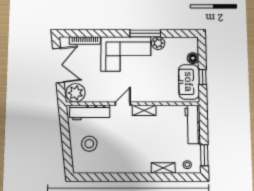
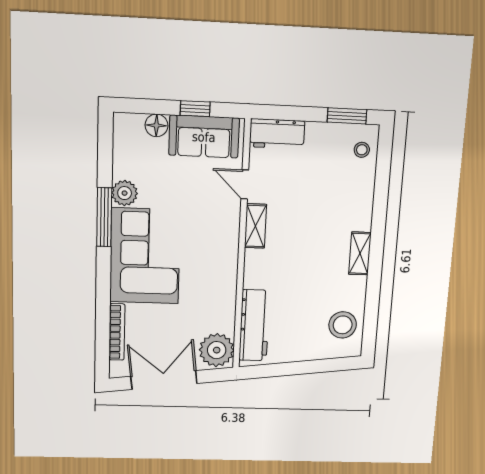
door: (123, 104) -> (245, 184), moved
workbench: (193, 124) -> (277, 134), width x0.73
stool: (89, 144) -> (343, 325), moved
shelving: (163, 168) -> (360, 253), moved

